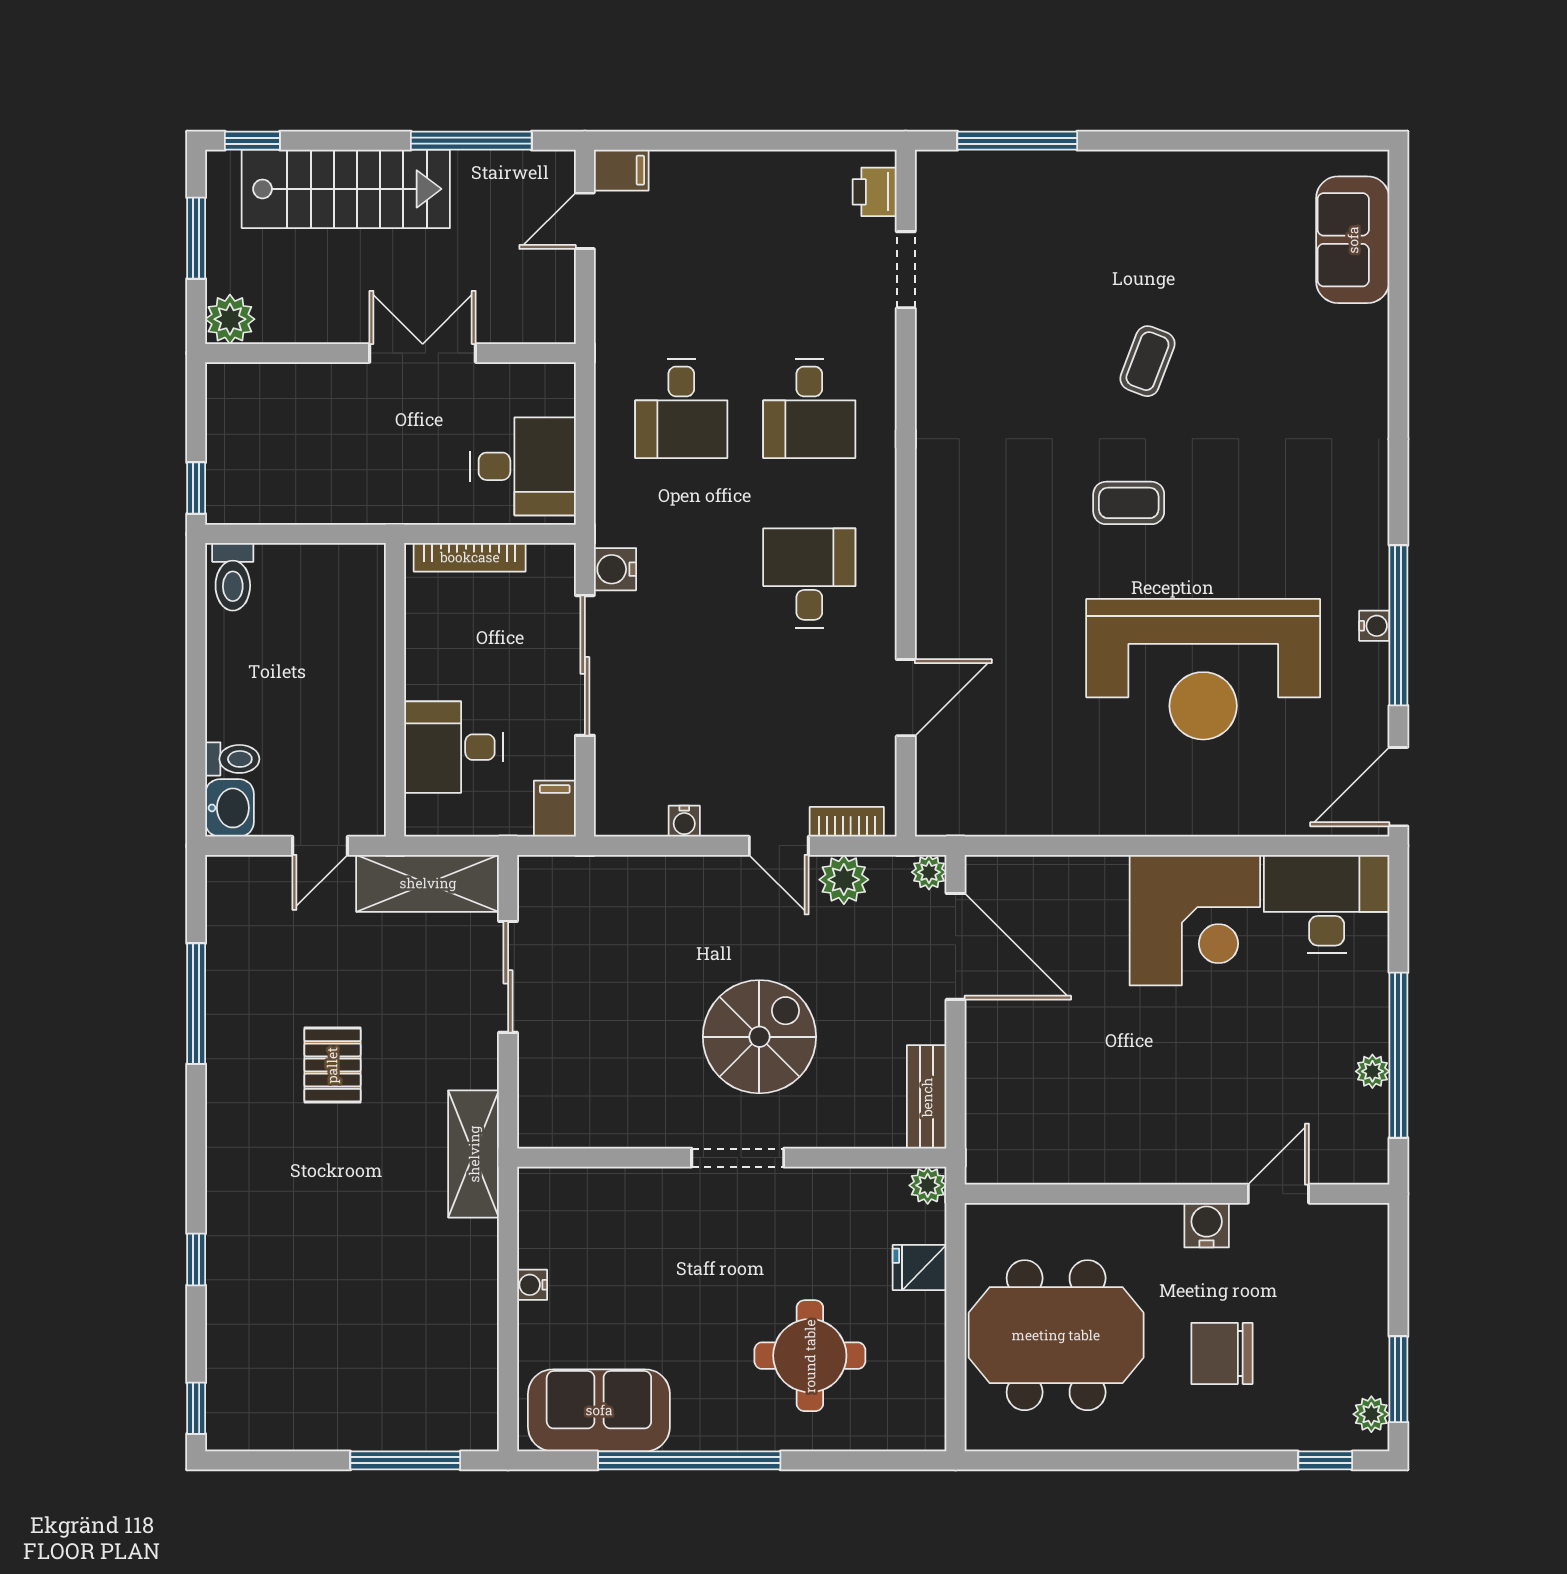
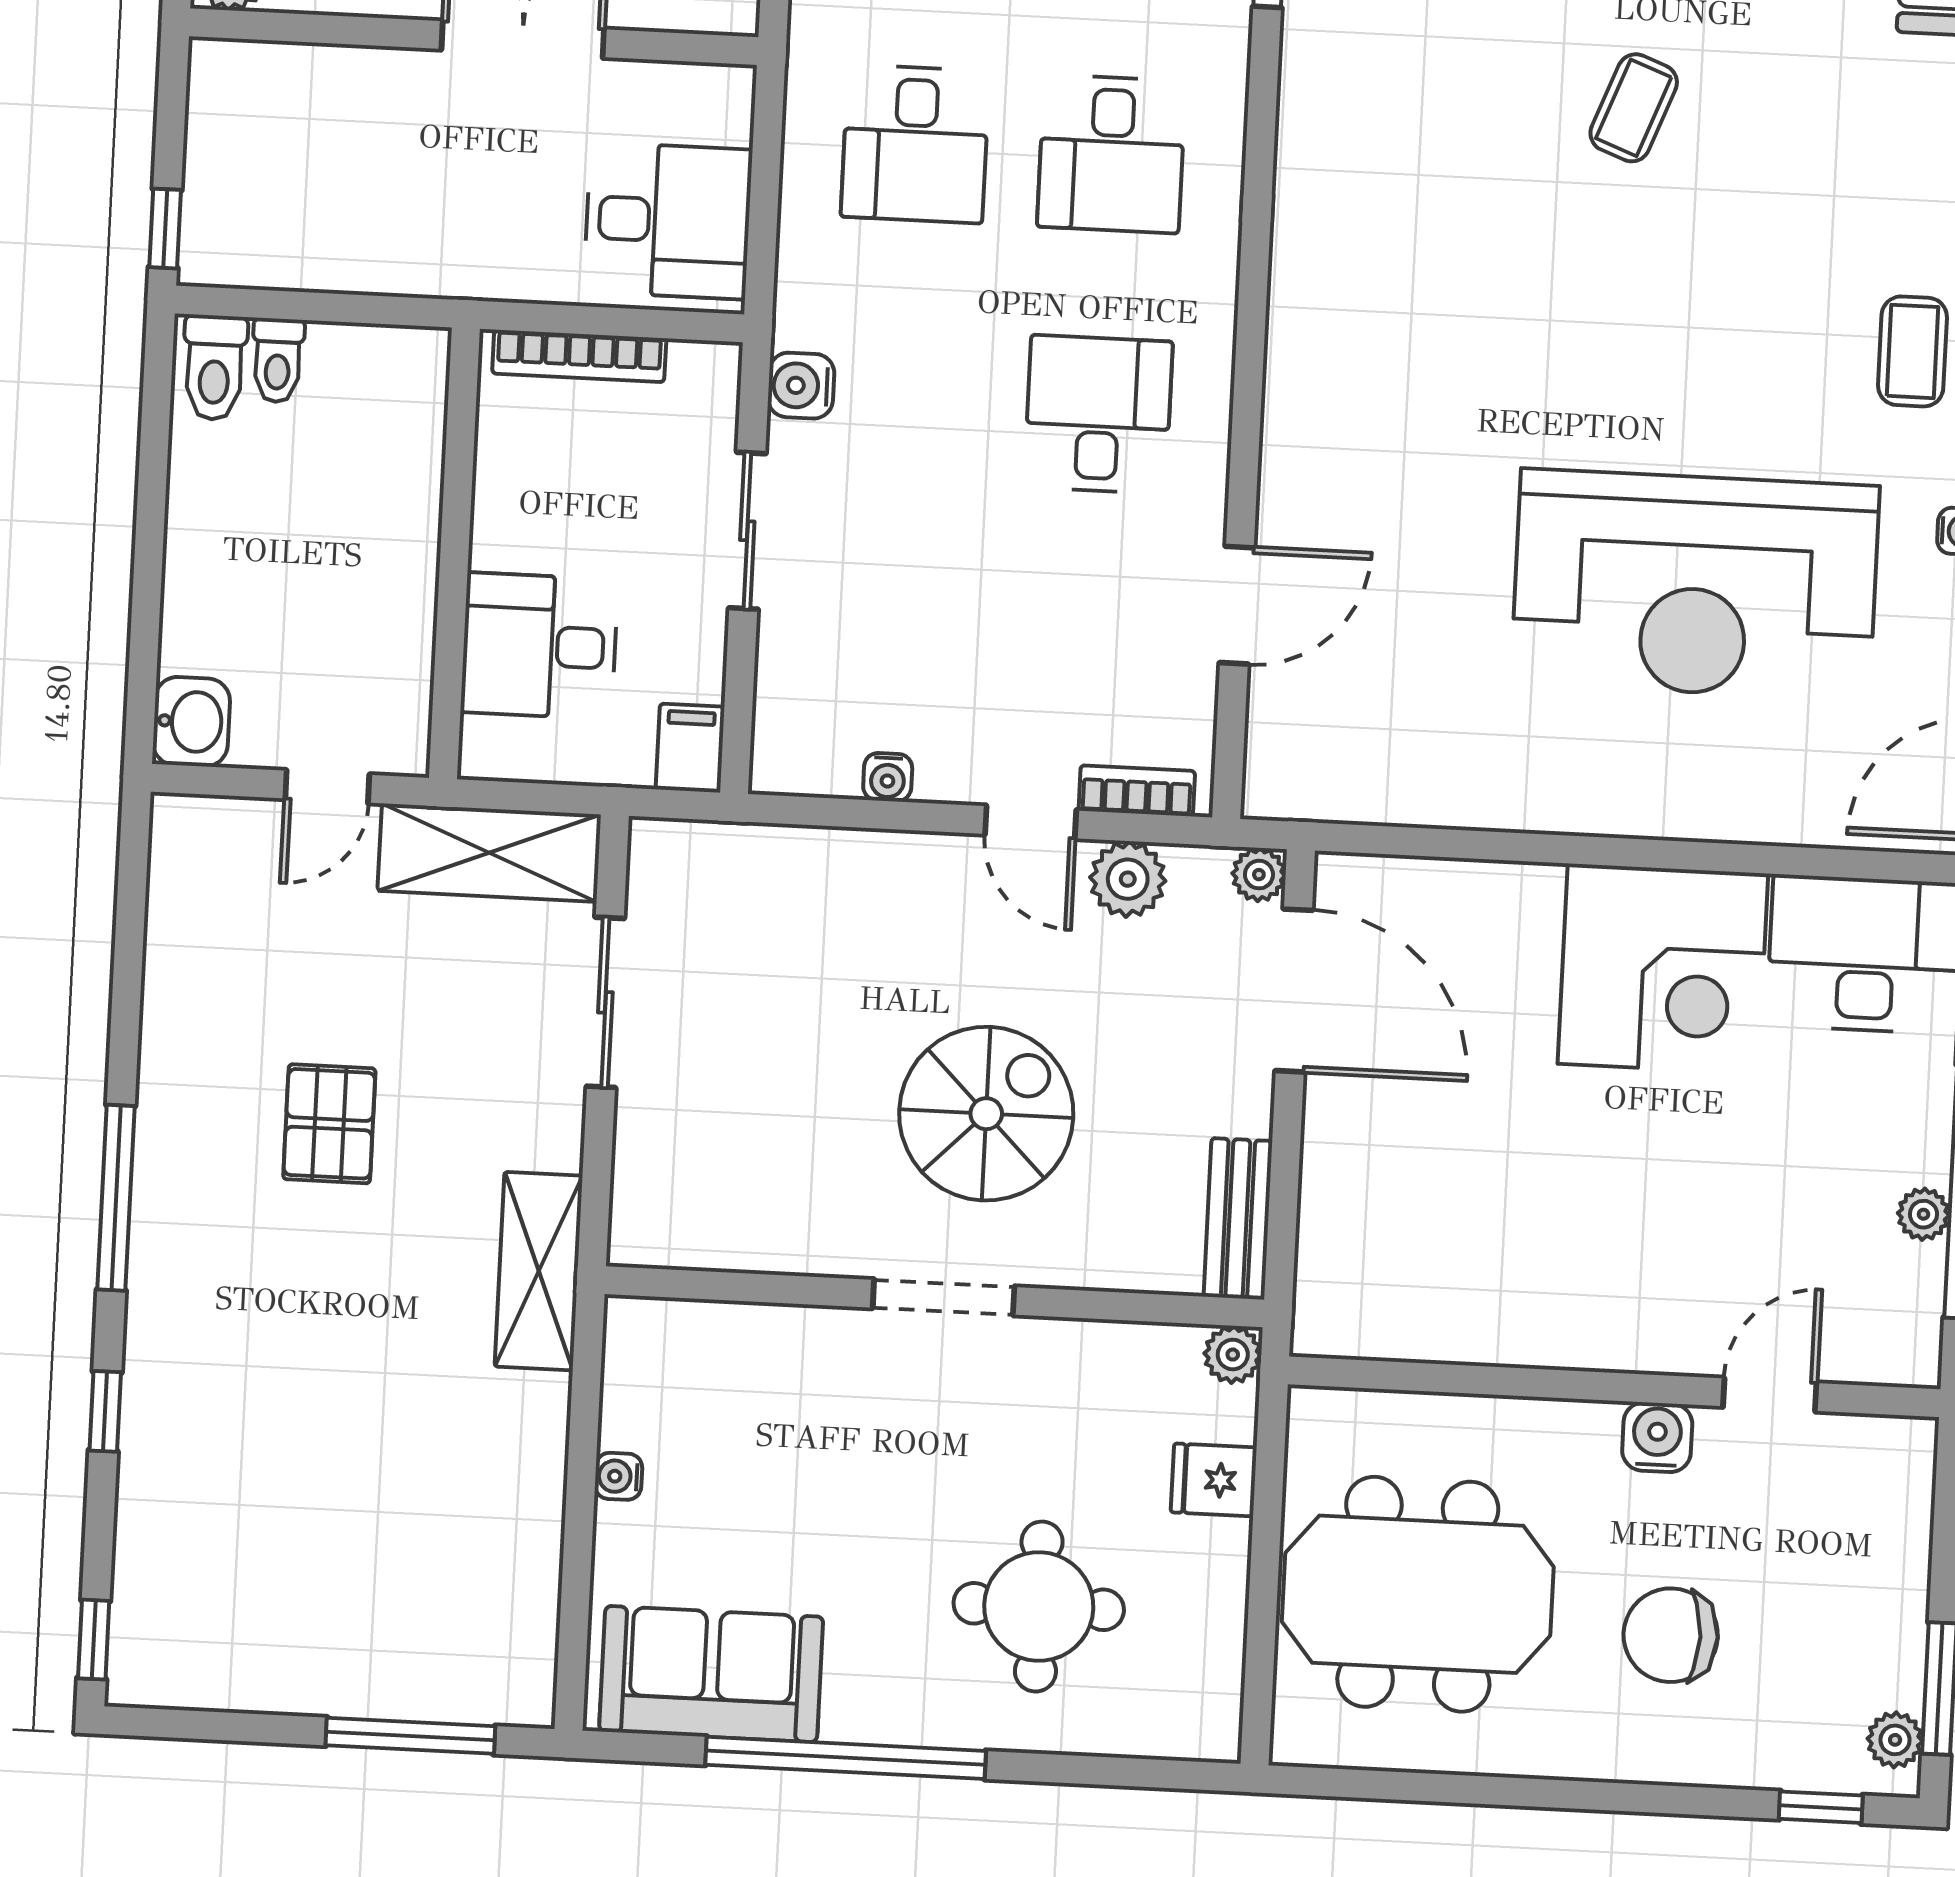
coffee table: (1129, 503) -> (1912, 351), moved, turned 90
sliding door: (585, 665) -> (747, 531), width x0.73
toilet: (232, 759) -> (278, 360), moved, turned 90
window: (196, 1004) -> (116, 1198), moved

